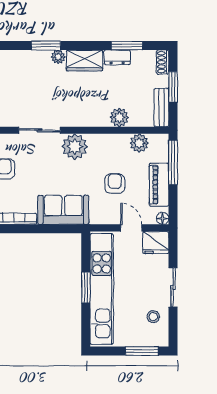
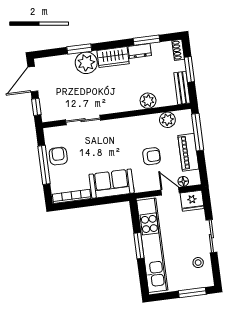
plant: (58, 57) -> (86, 63), width x1.88, depth x1.88
plant: (75, 147) -> (114, 130), removed
armchair: (115, 184) -> (152, 156), turned 90
floor lamp: (163, 218) -> (183, 181), moved

